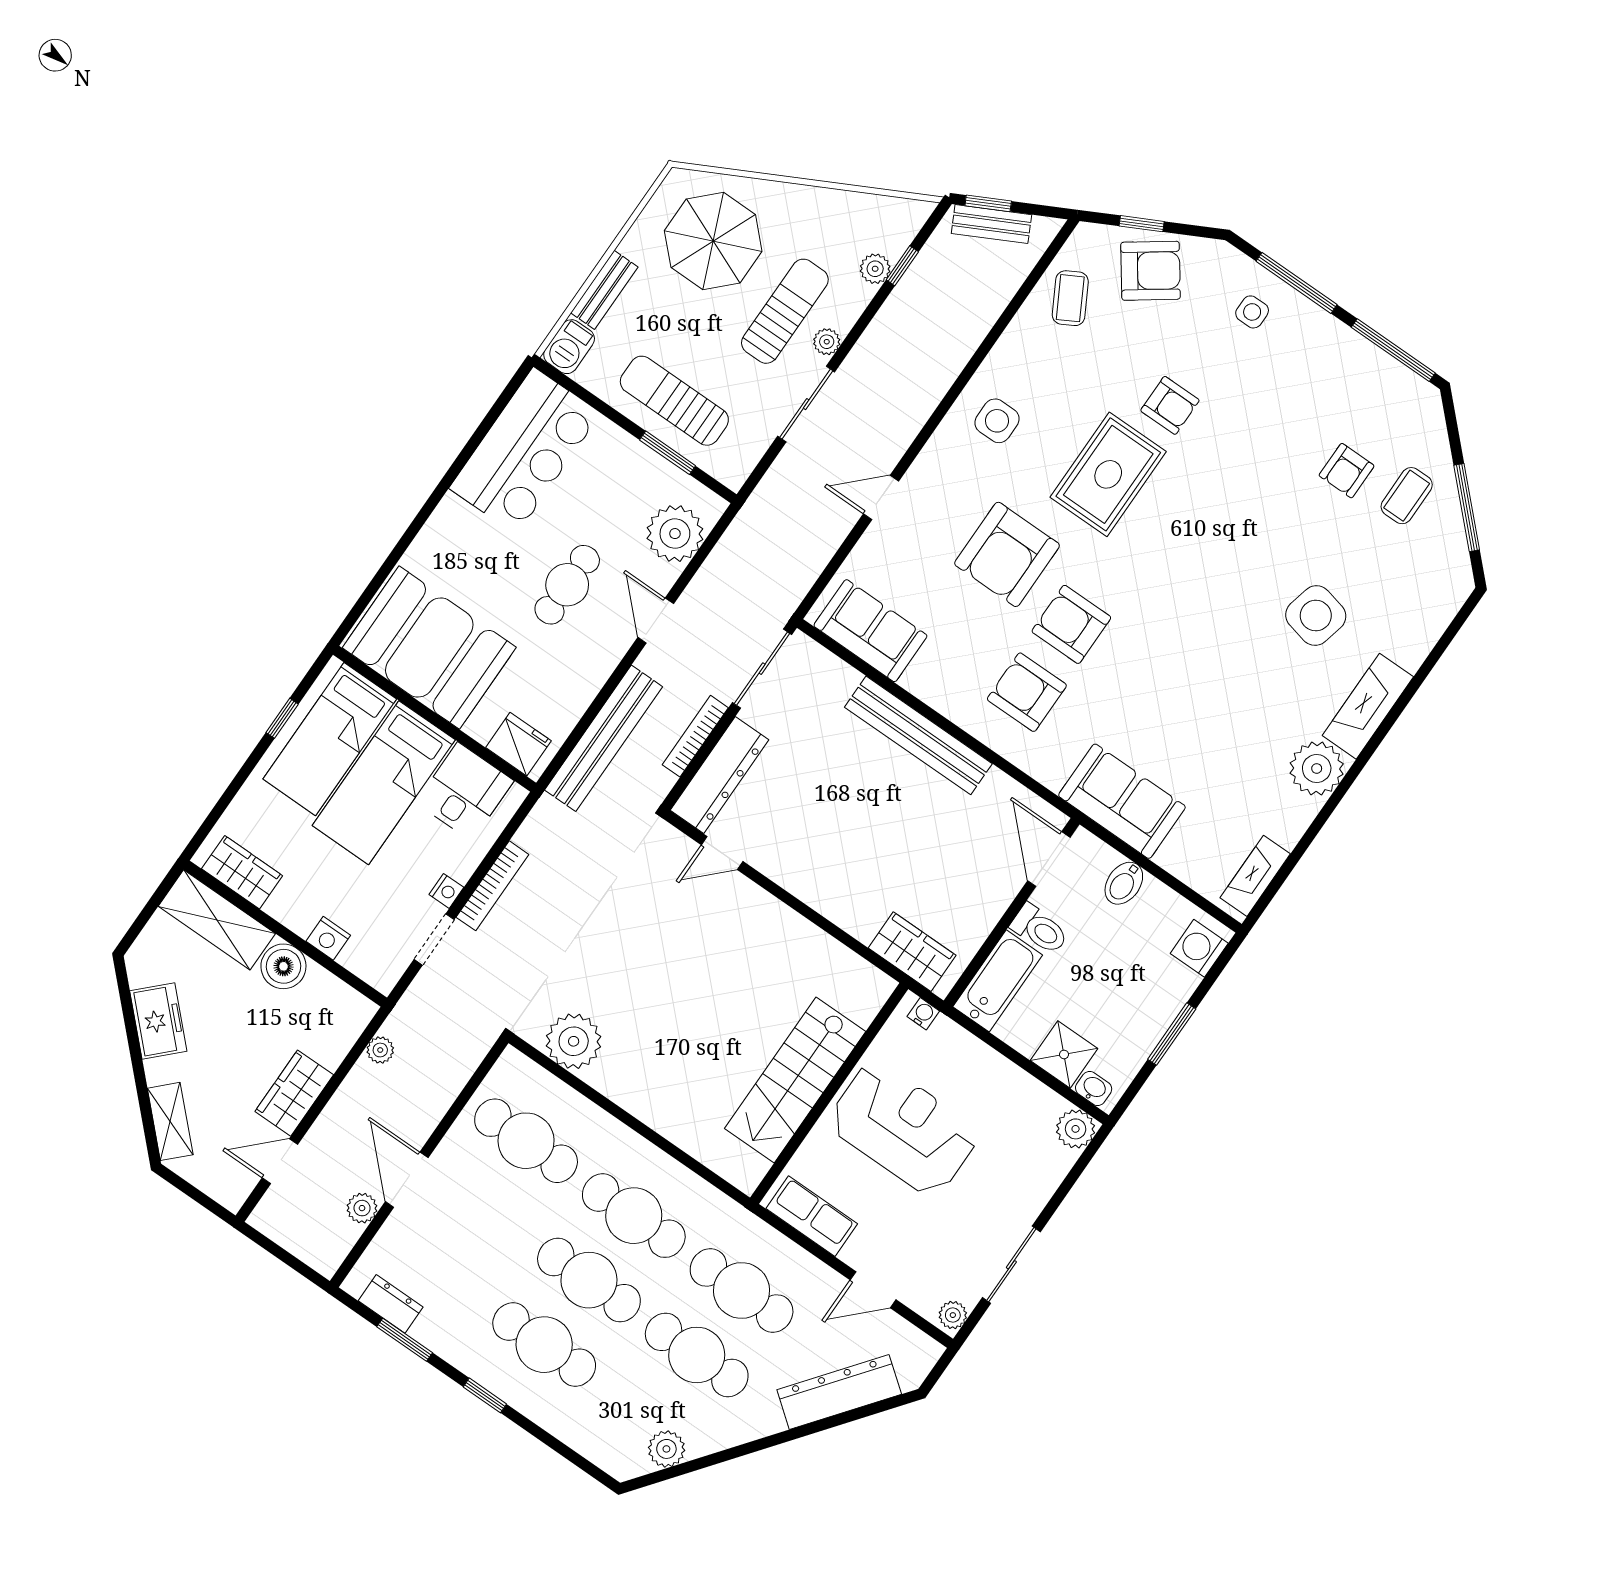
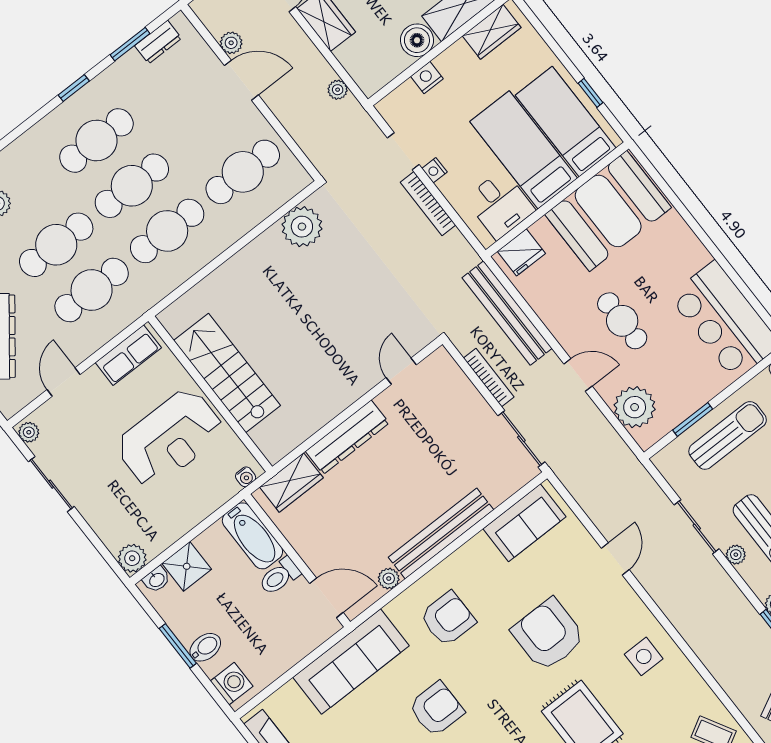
armchair: (1071, 624) -> (436, 709), moved
dresser: (719, 775) -> (347, 437), moved, turned -90
plant: (998, 786) -> (389, 579), added
sofa: (1122, 801) -> (351, 661), width x1.36
bidet: (1124, 883) -> (205, 647), moved, turned 90

